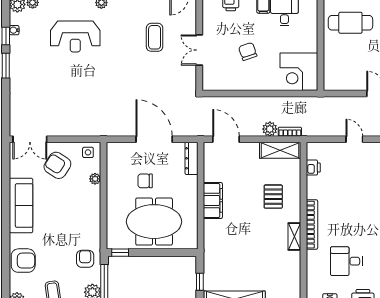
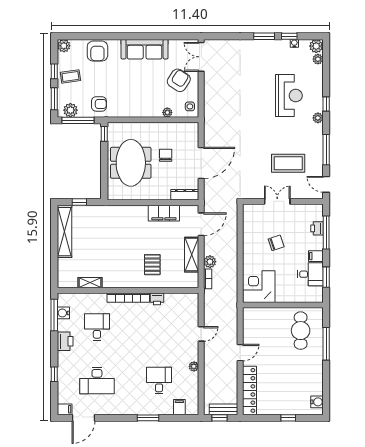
reception desk: (75, 37) -> (289, 96), turned 180
coffee table: (155, 37) -> (288, 163), width x1.36, depth x1.32
shelving: (280, 150) -> (192, 255), moved
printer: (313, 168) -> (157, 299), moved
pallet: (273, 197) -> (152, 265), turned 90
filing cabinet: (213, 200) -> (164, 213), moved
shelving: (294, 237) -> (90, 283), moved

